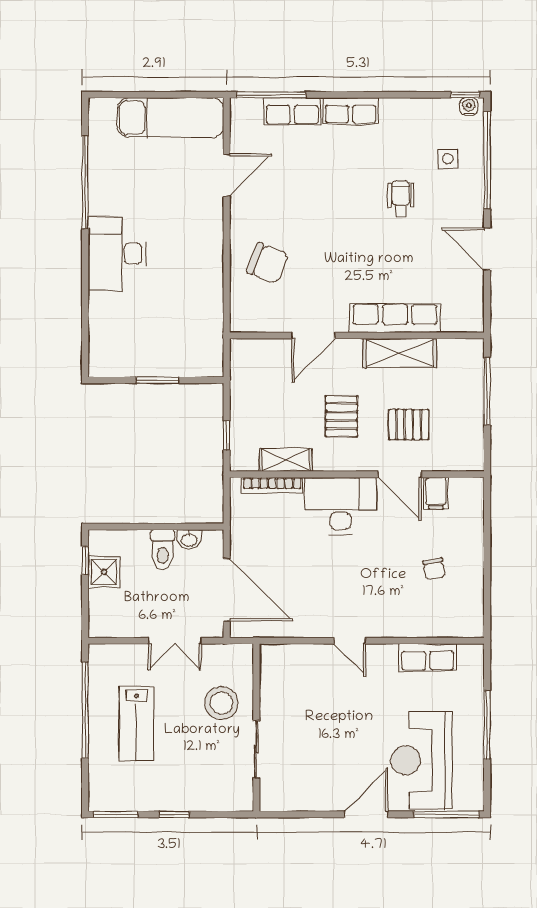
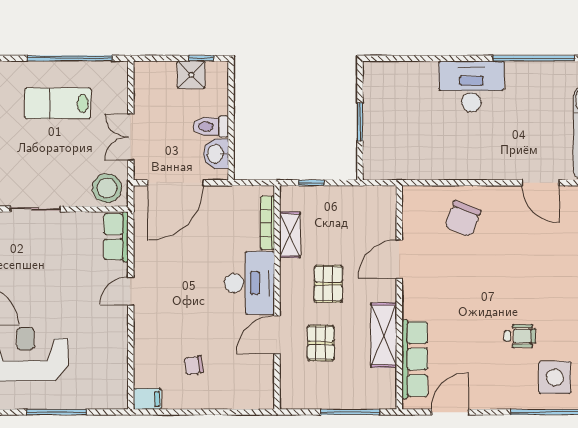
side table: (448, 159) -> (555, 377), width x1.87, depth x1.87
door: (487, 249) -> (450, 412), moved
row of seats: (395, 318) -> (415, 359), moved
door: (313, 335) -> (399, 259), hinge flipped
pallet: (341, 416) -> (328, 284), turned 90
filing cabinet: (436, 493) -> (147, 399), moved, turned 180
washbasin: (189, 539) -> (216, 154), width x1.38, depth x1.45
row of seats: (428, 657) -> (116, 237), moved
stool: (221, 703) -> (107, 188), moved

